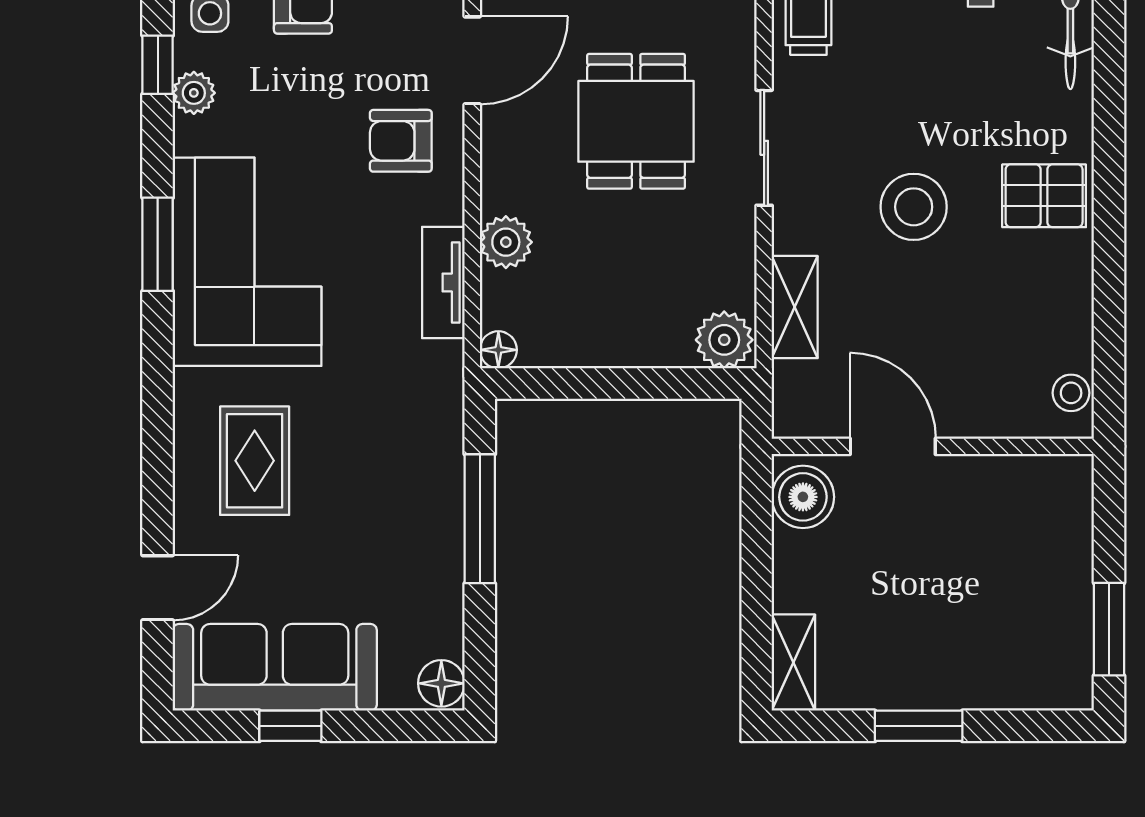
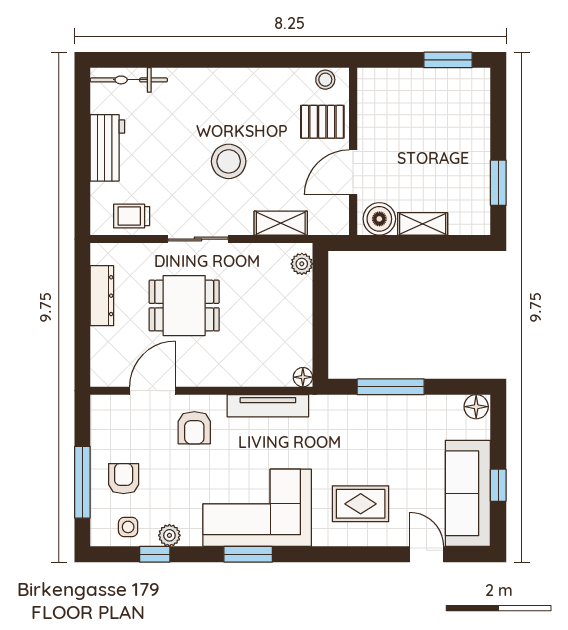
door: (472, 60) -> (153, 391), hinge flipped
pallet: (1044, 196) -> (322, 122), moved, turned 90
plant: (506, 242) -> (247, 373), removed
tv unit: (443, 282) -> (268, 406), width x1.41
plant: (724, 340) -> (302, 264), width x0.73, depth x0.73
shelving: (793, 663) -> (423, 224), moved
window: (919, 726) -> (498, 183), moved

